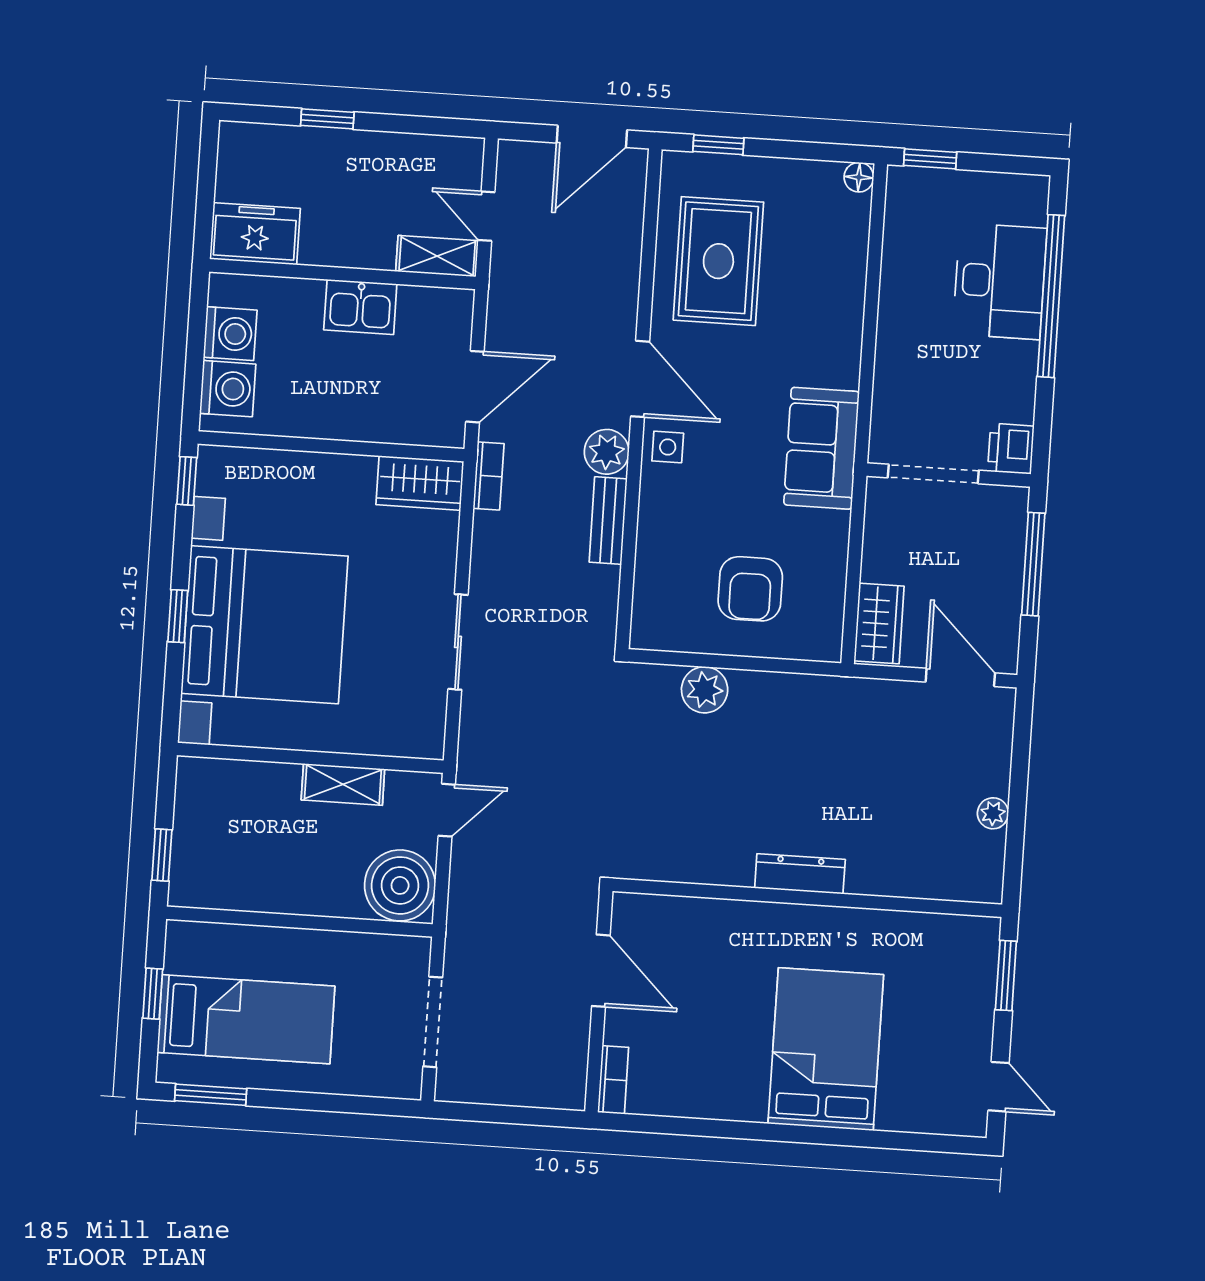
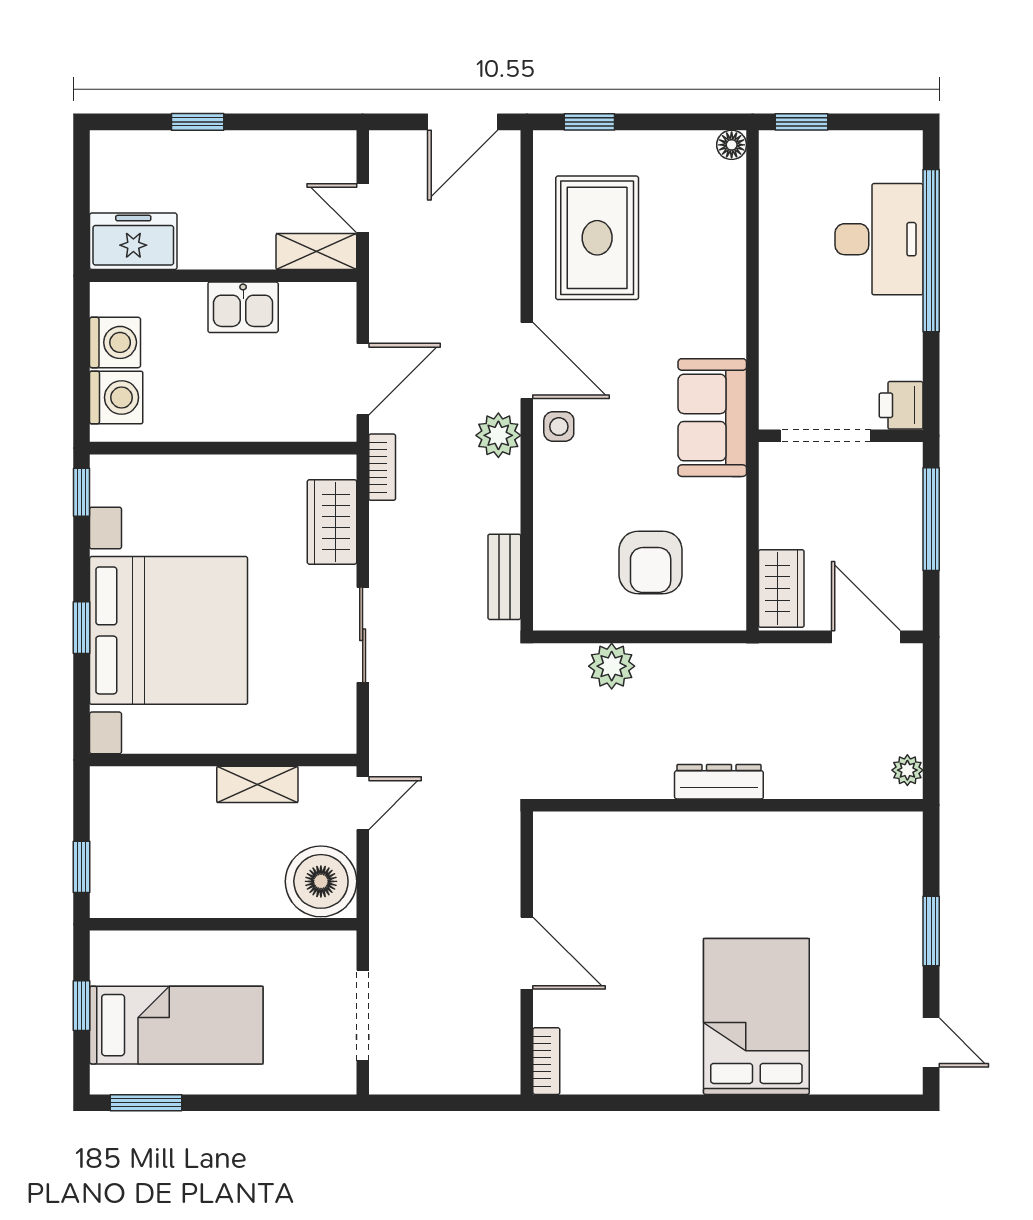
wardrobe: (420, 483) -> (332, 522), moved, turned 90
bench: (608, 521) -> (504, 577), moved
dresser: (800, 874) -> (719, 782), moved
wall: (807, 898) -> (728, 805), moved

